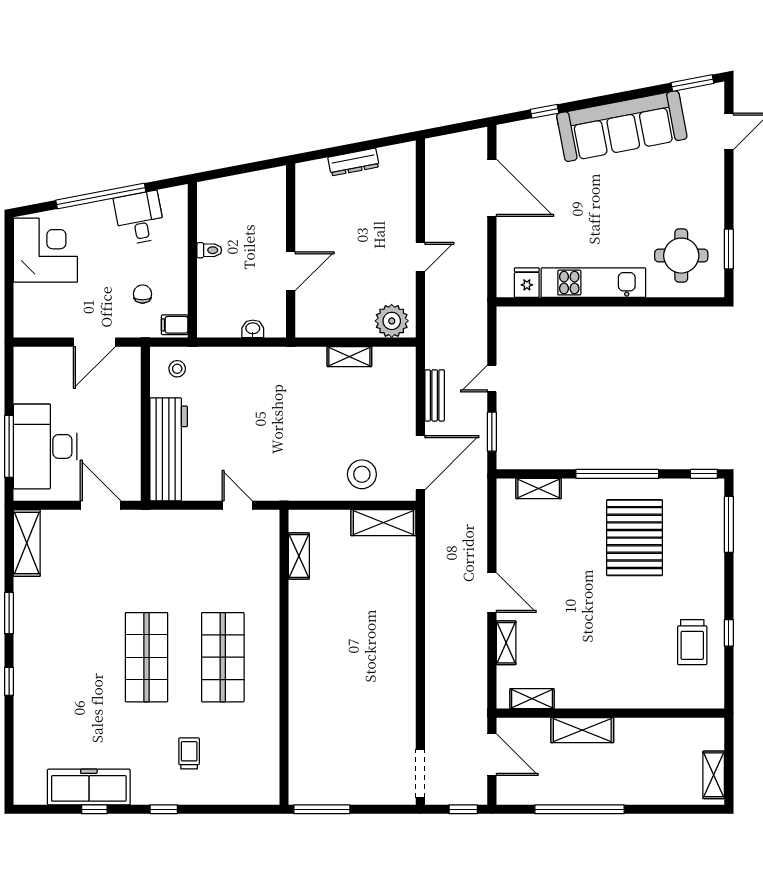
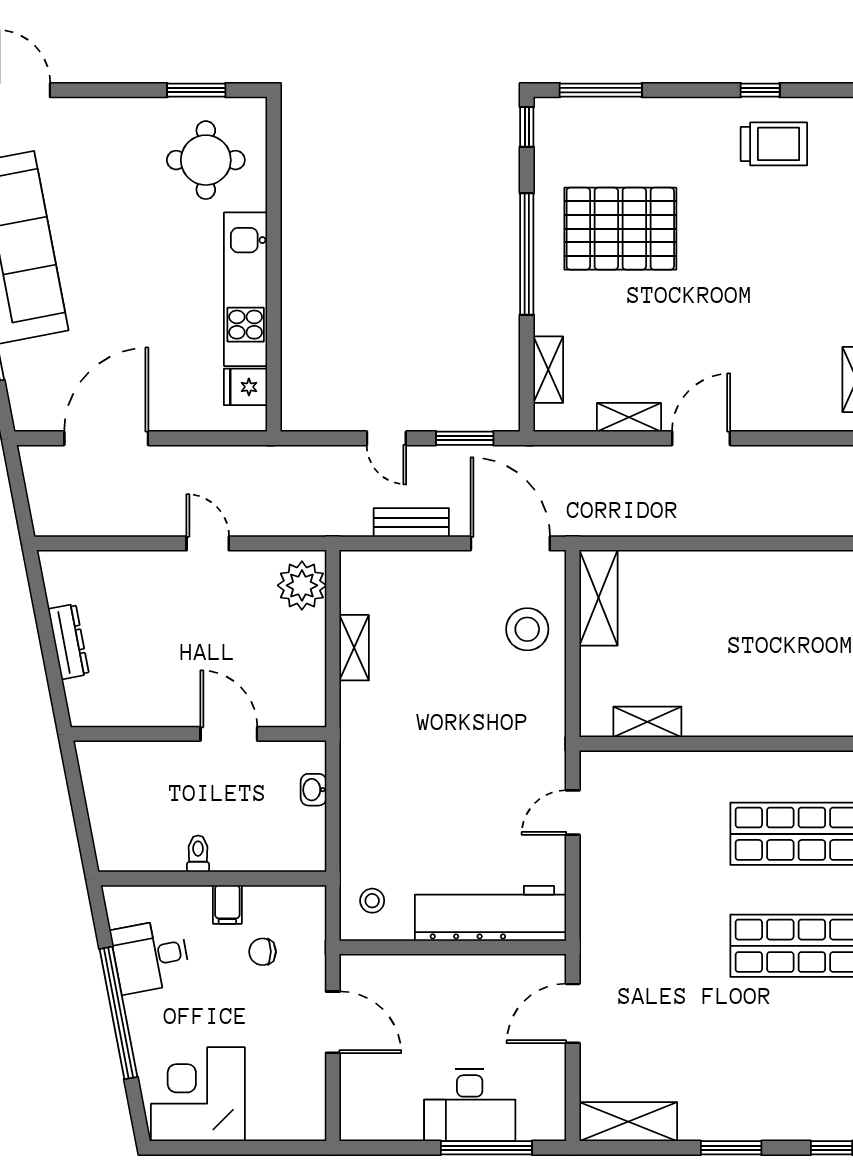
filing cabinet: (175, 325) -> (227, 904), moved
desk: (45, 446) -> (470, 1105), width x0.73, depth x0.77
shelving: (506, 643) -> (629, 417), moved

